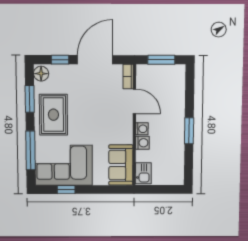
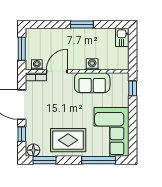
window: (30, 99) -> (45, 160), moved
washing machine: (142, 129) -> (37, 65), moved
sofa: (121, 165) -> (92, 83), moved
kitchen sink: (143, 173) -> (122, 37), moved, turned -90
window: (66, 190) -> (133, 88), moved

